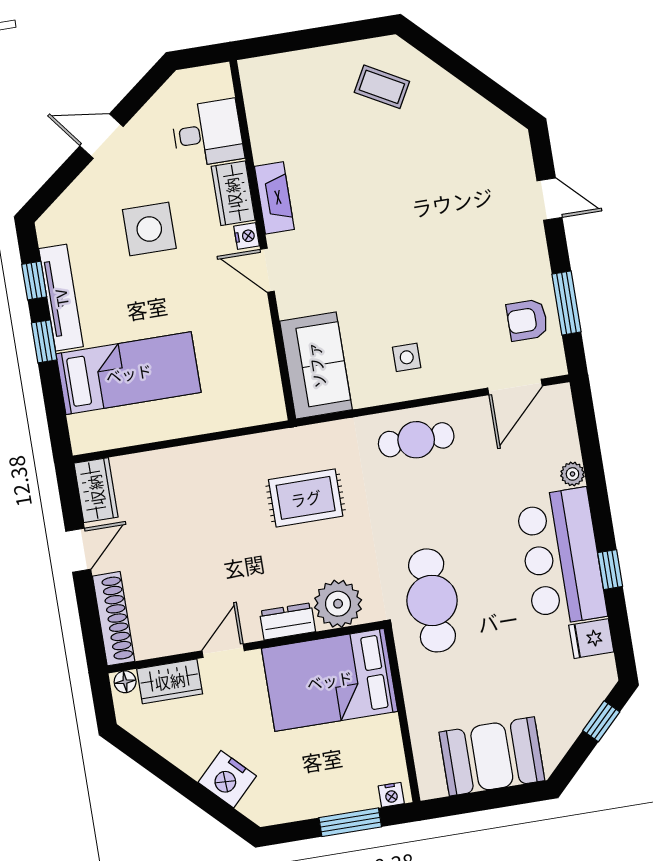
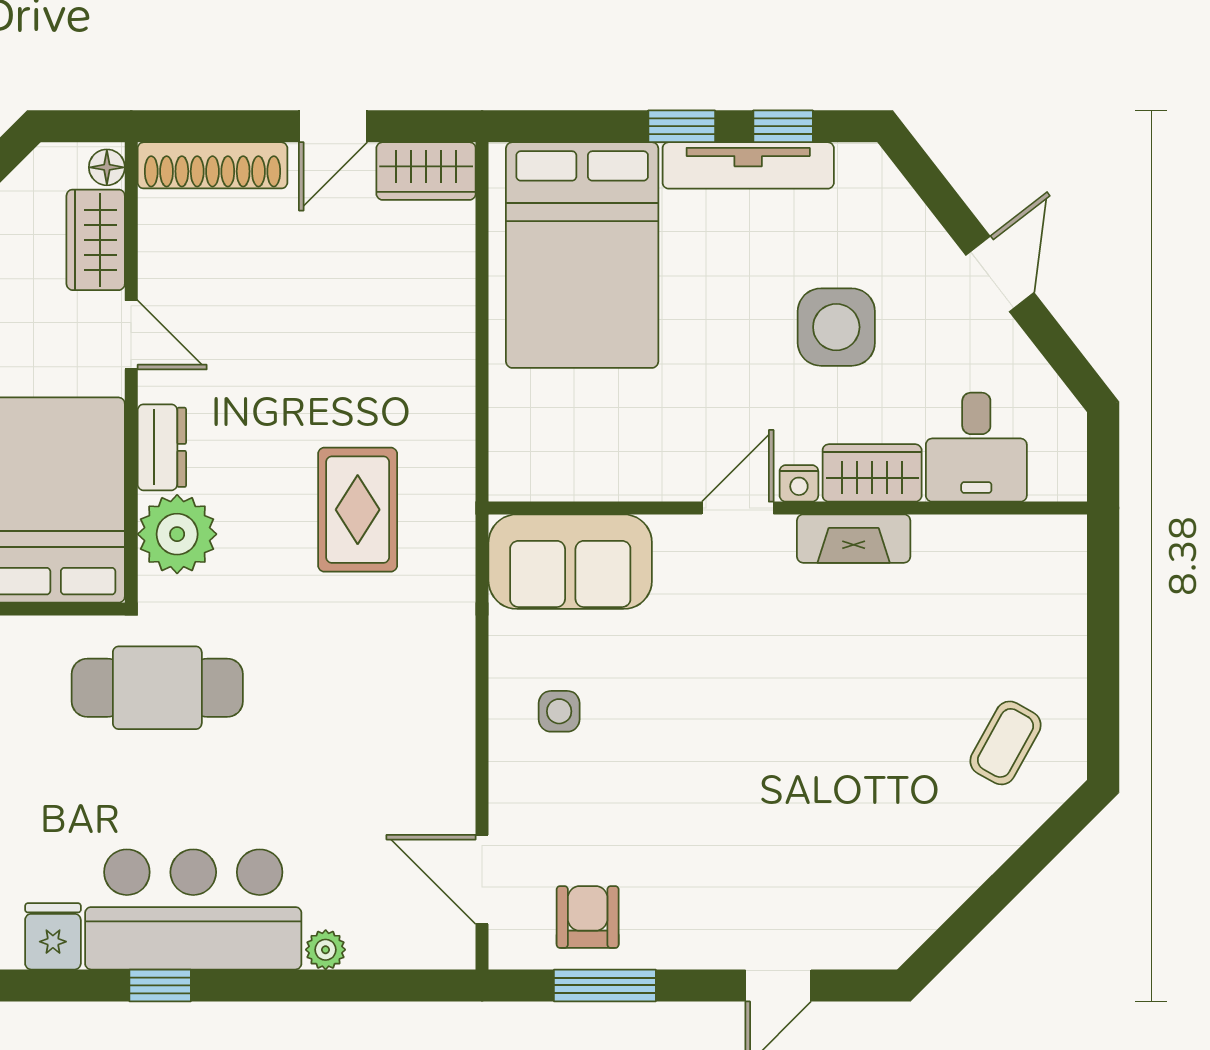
bed: (129, 373) -> (582, 255), width x1.50
cafe table: (416, 440) -> (423, 705), removed
door: (78, 550) -> (333, 126), hinge flipped

